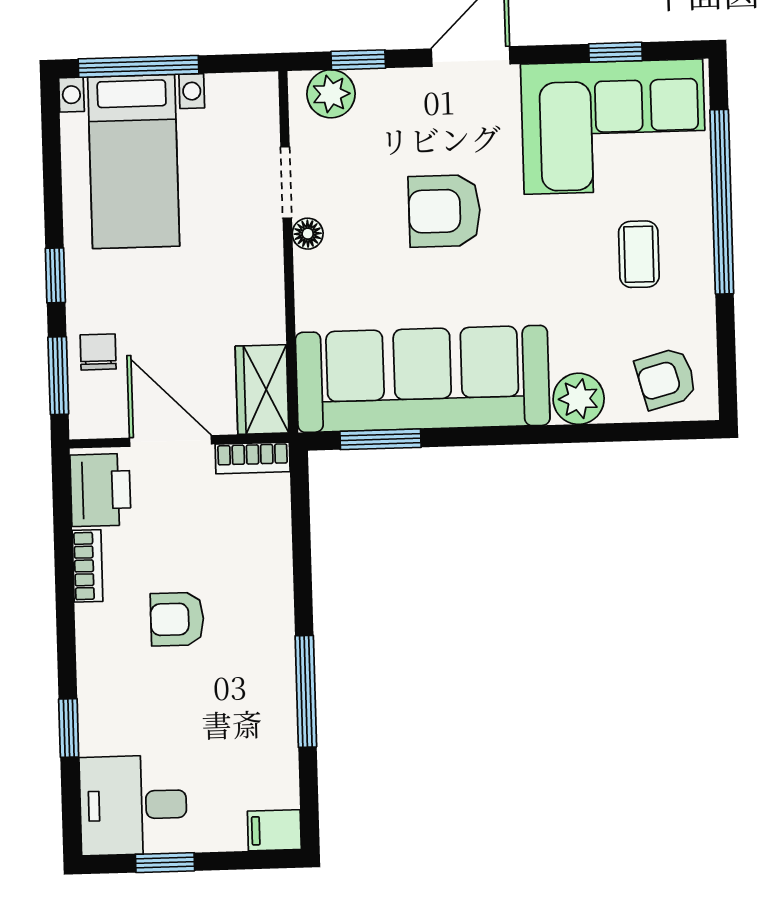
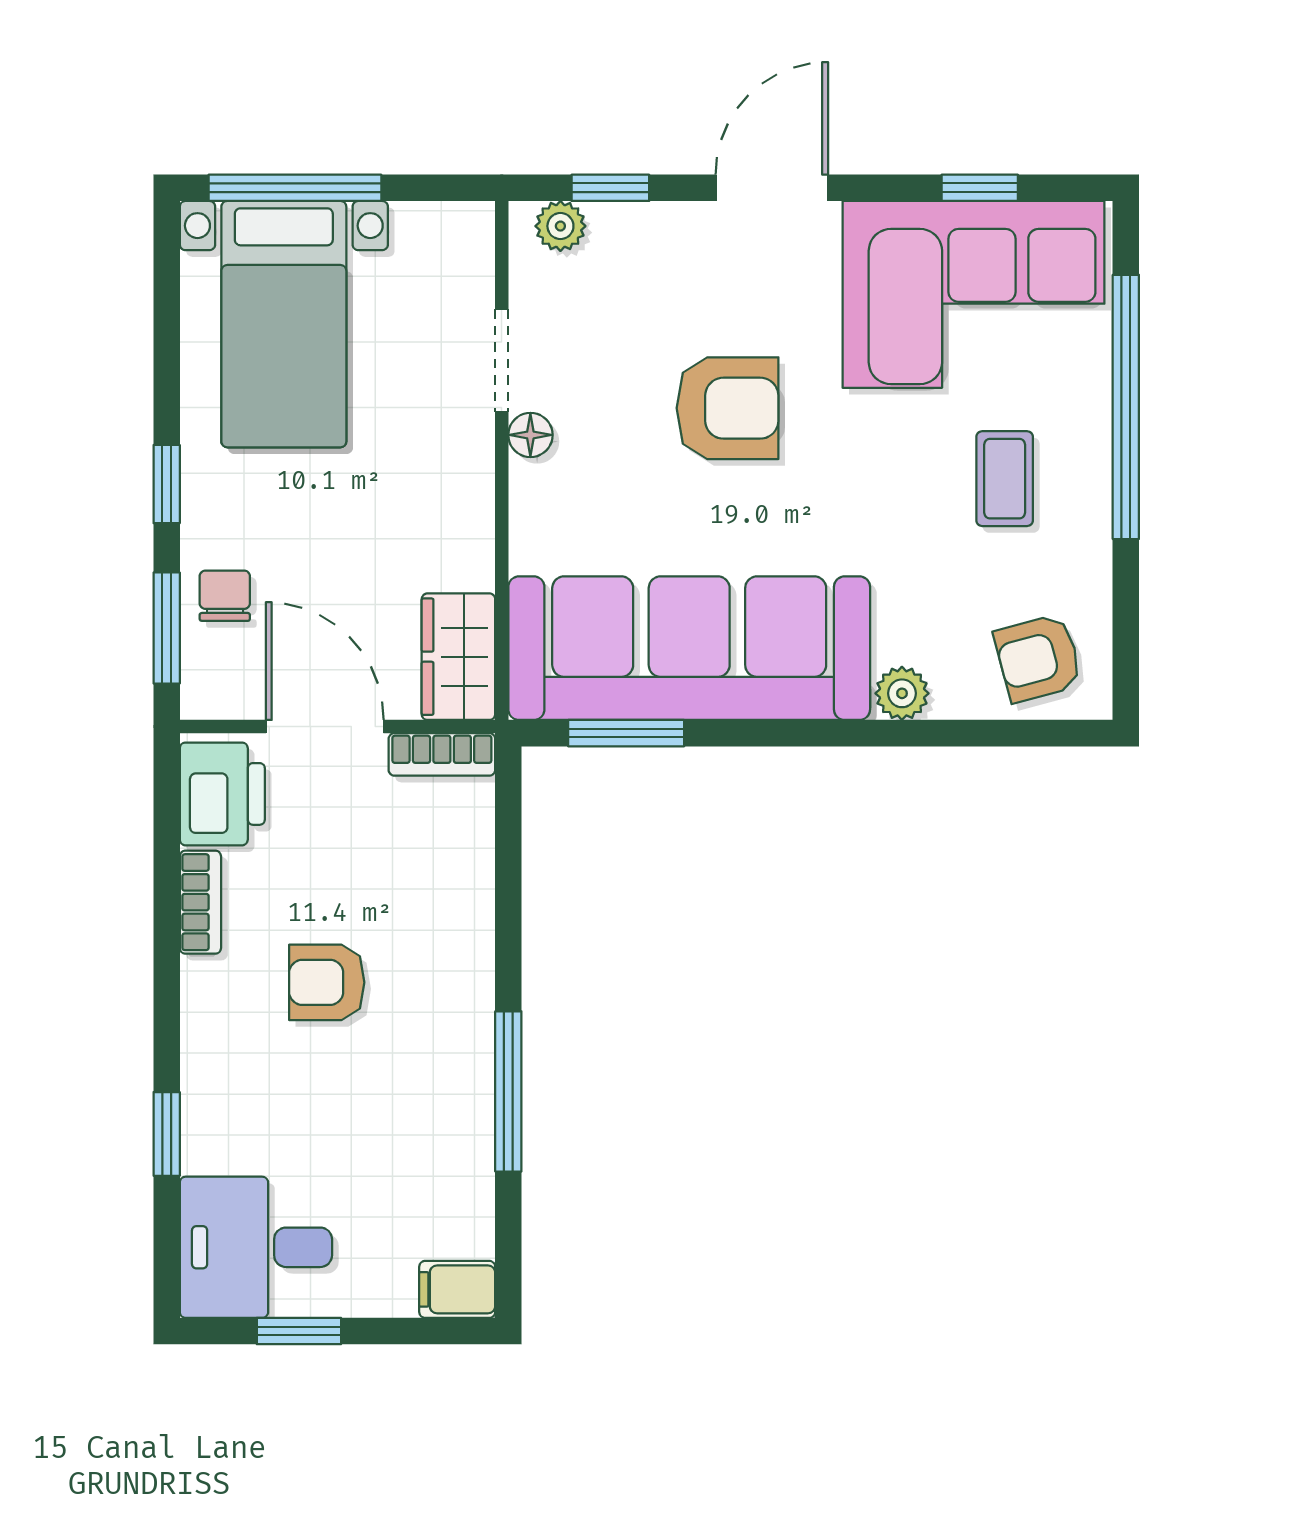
plant: (331, 94) -> (560, 226), width x0.73, depth x0.73
armchair: (444, 211) -> (728, 408), turned 180
plant: (579, 399) -> (902, 693), width x0.73, depth x0.73

